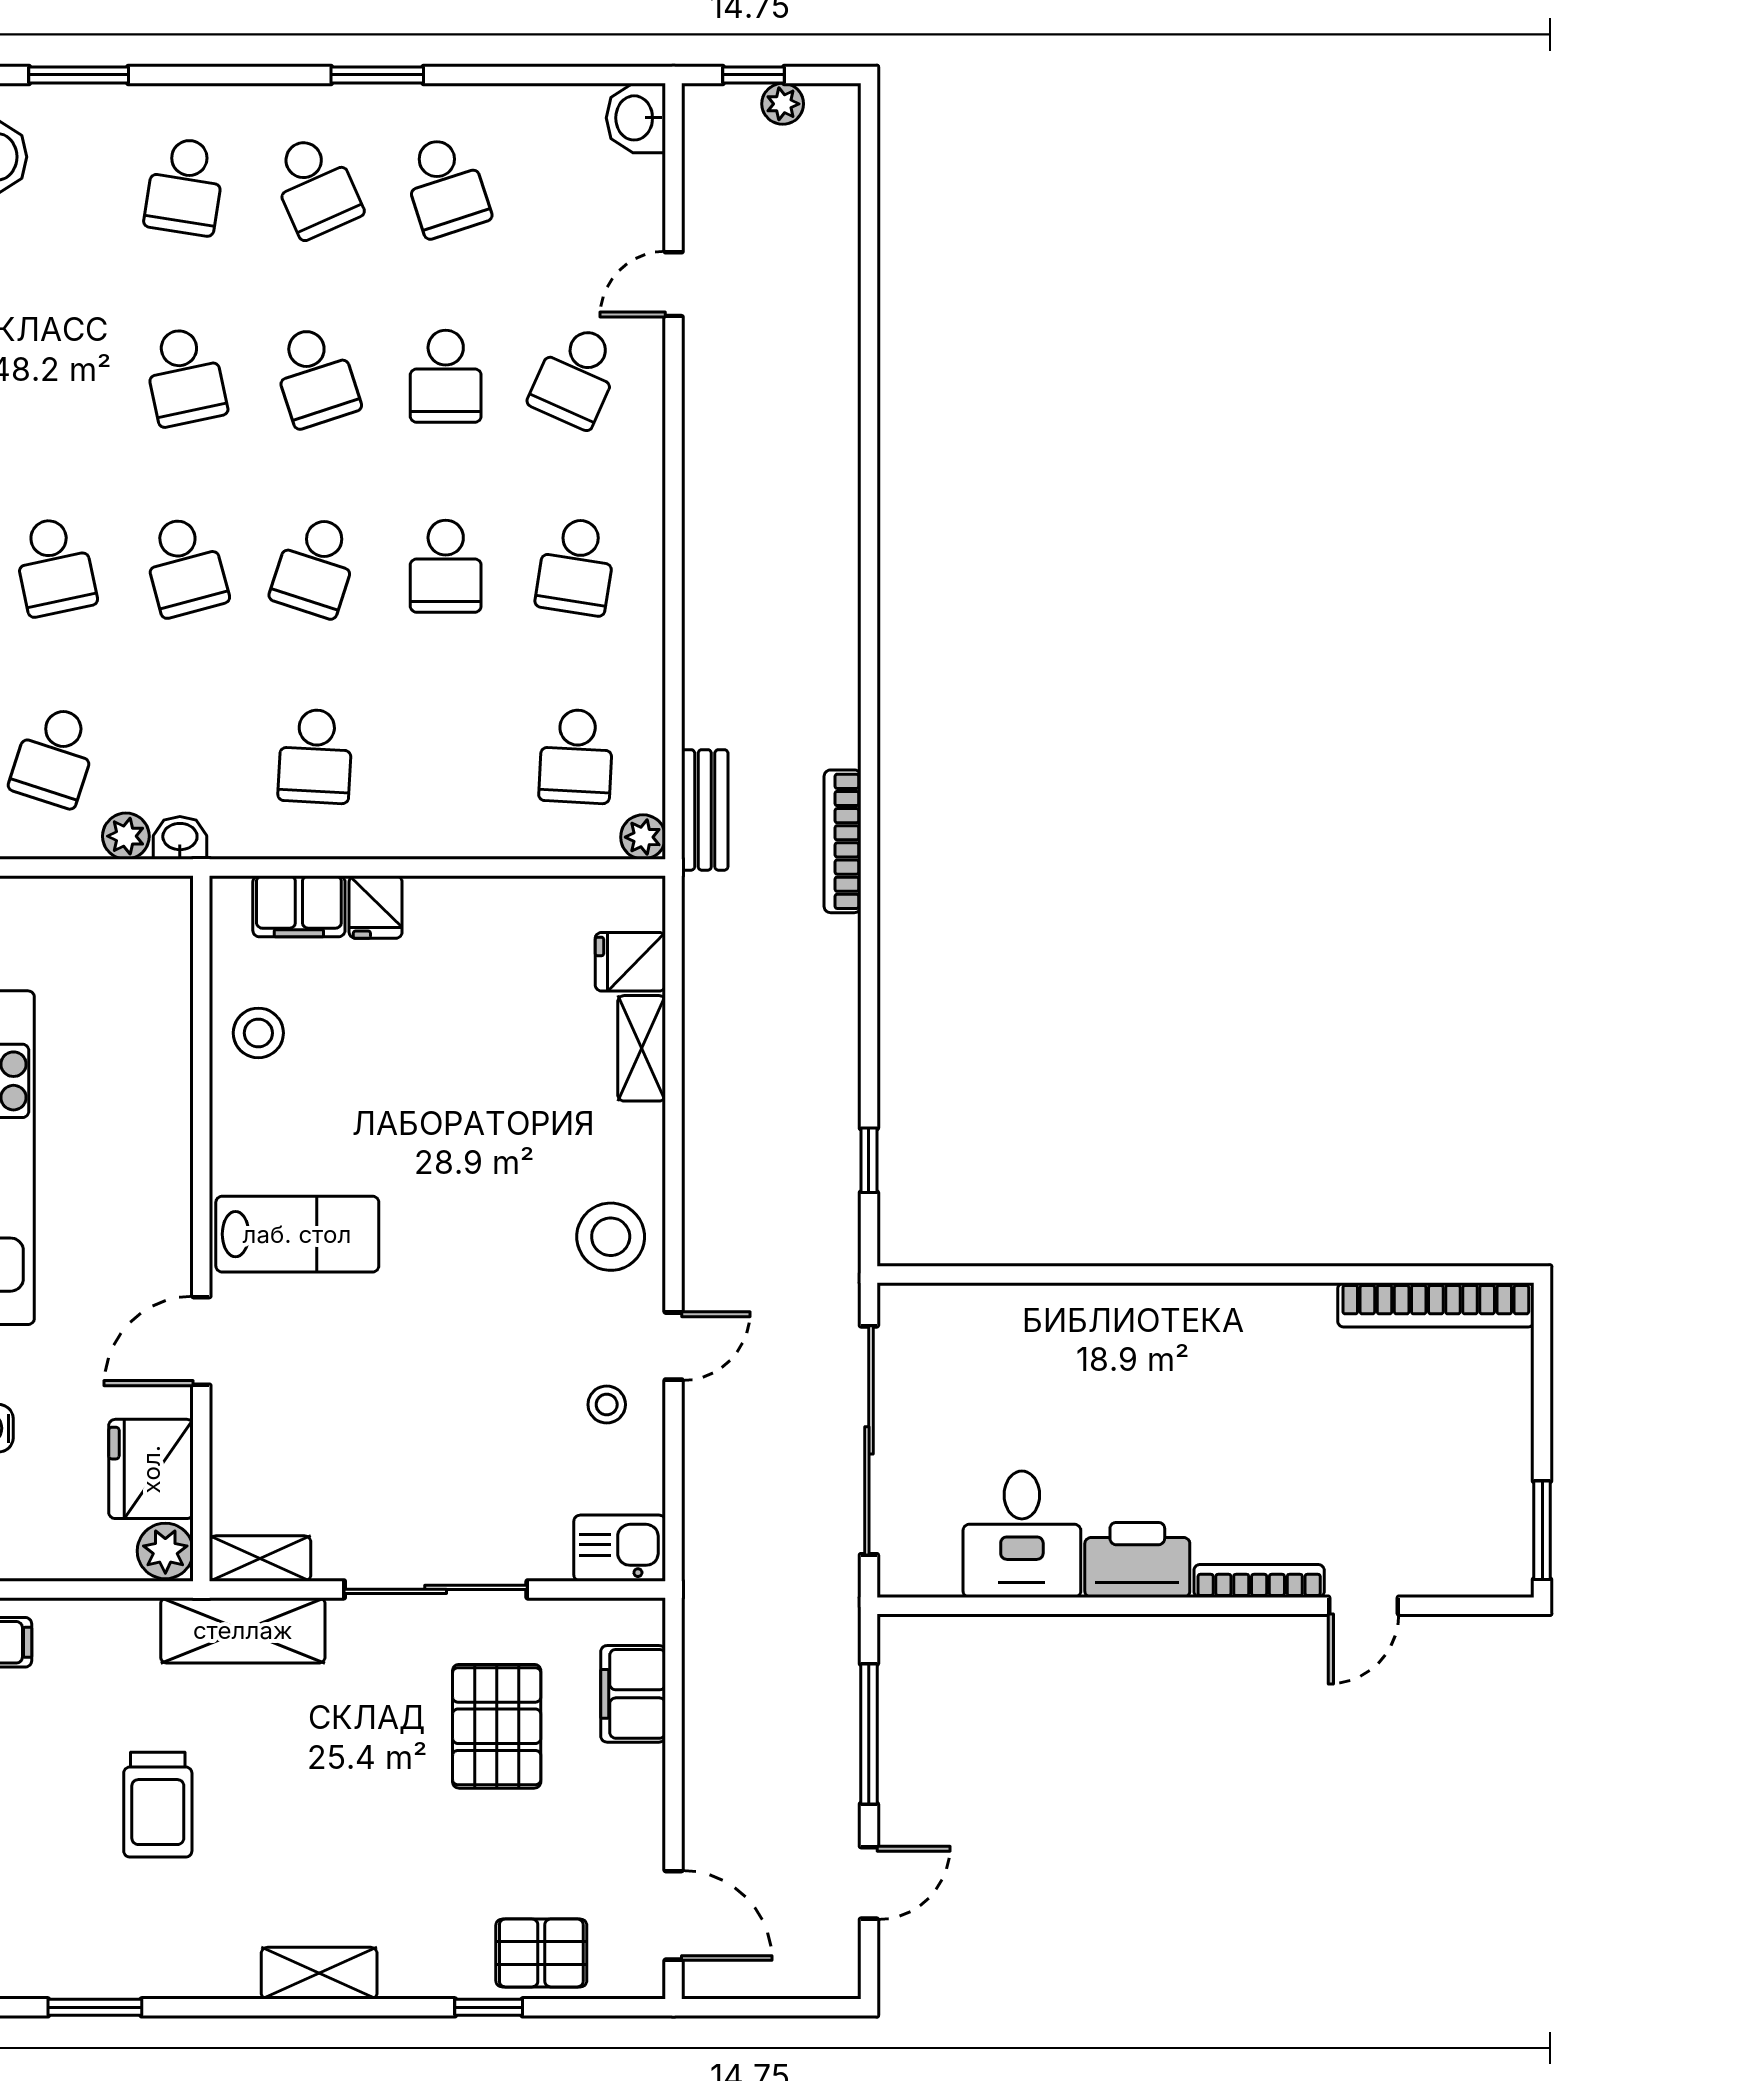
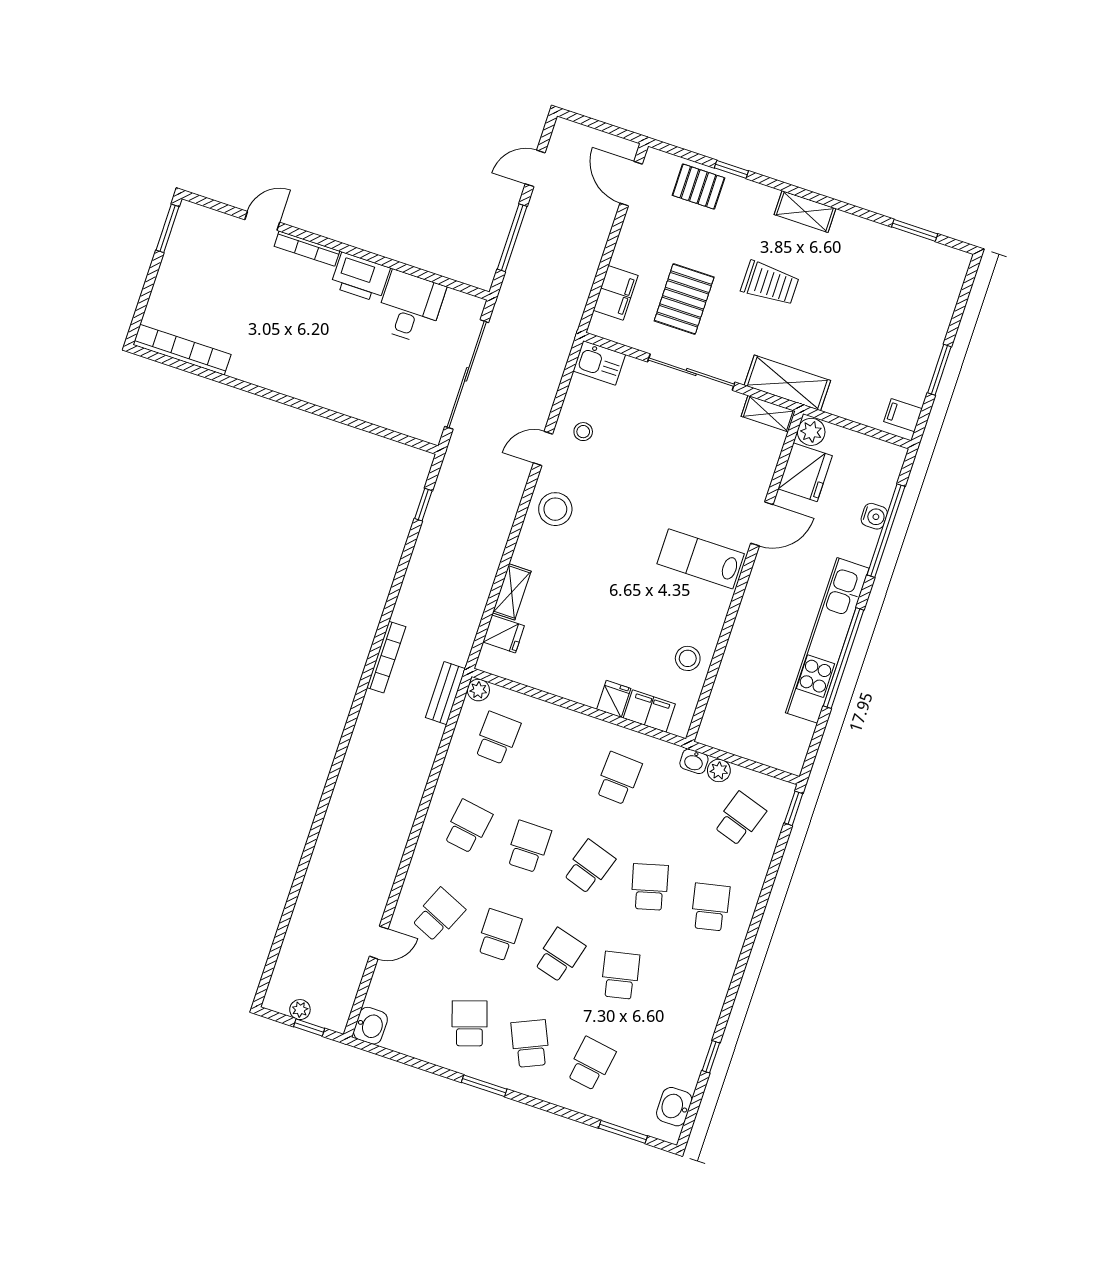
school desk: (315, 376) -> (560, 955), turned 33
trolley: (158, 1805) -> (770, 283), moved, turned 90

